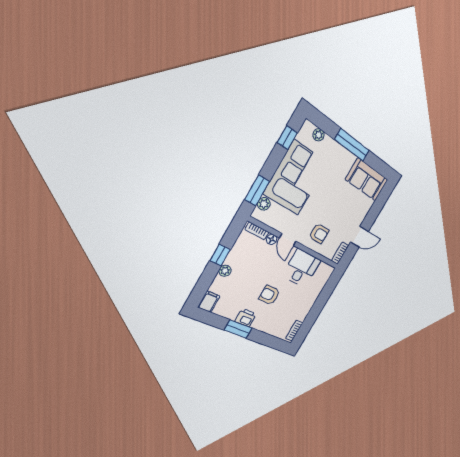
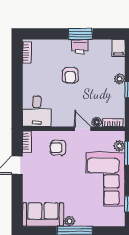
plant: (319, 135) -> (70, 221), moved
desk: (302, 268) -> (37, 111), moved
armchair: (270, 295) -> (70, 75), turned 92

